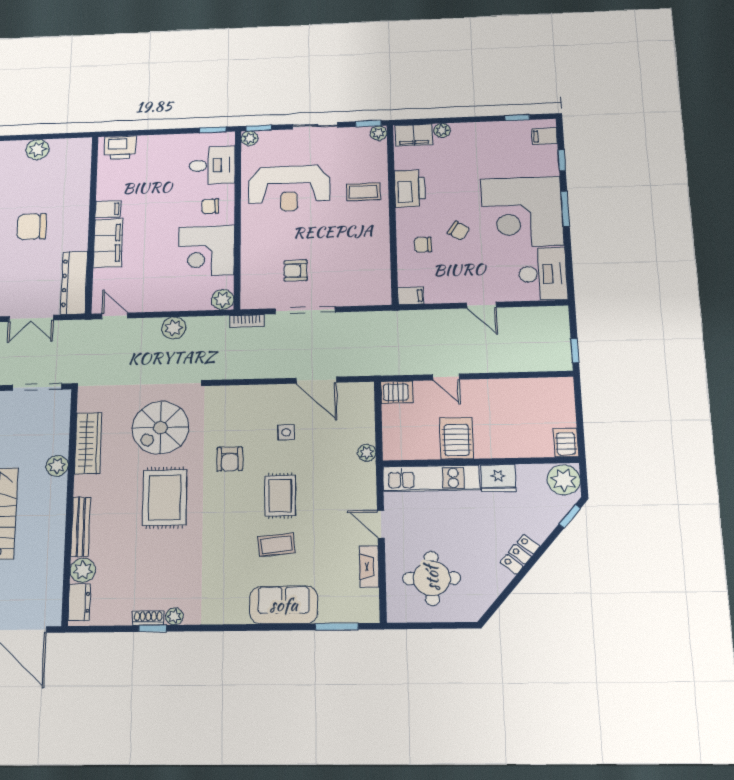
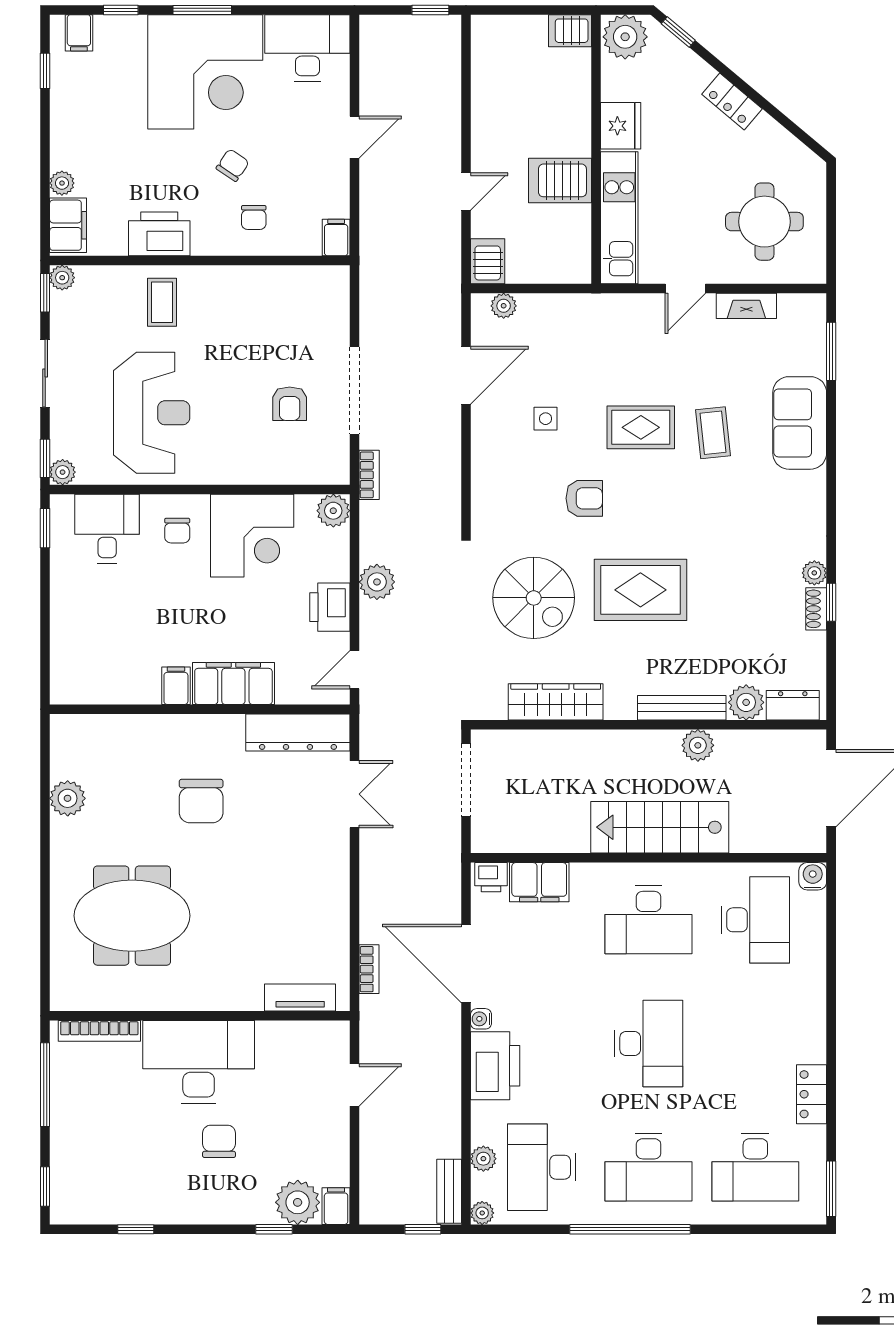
printer: (120, 148) -> (330, 607), moved, turned 180
plant: (367, 453) -> (504, 306), moved
plant: (57, 466) -> (698, 745), moved

